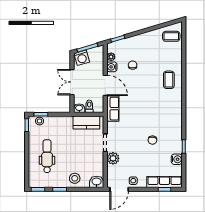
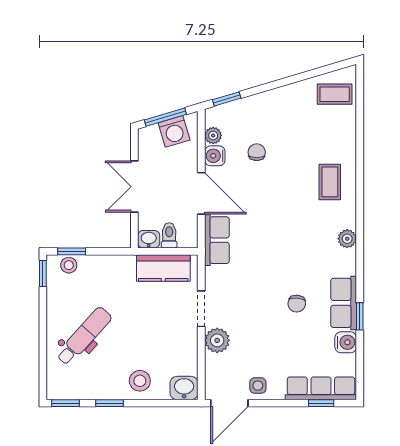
washing machine: (82, 58) -> (174, 131), moved
plant: (177, 108) -> (347, 239), added
row of seats: (176, 140) -> (344, 303), added
dental chair: (47, 156) -> (84, 336), turned 42

